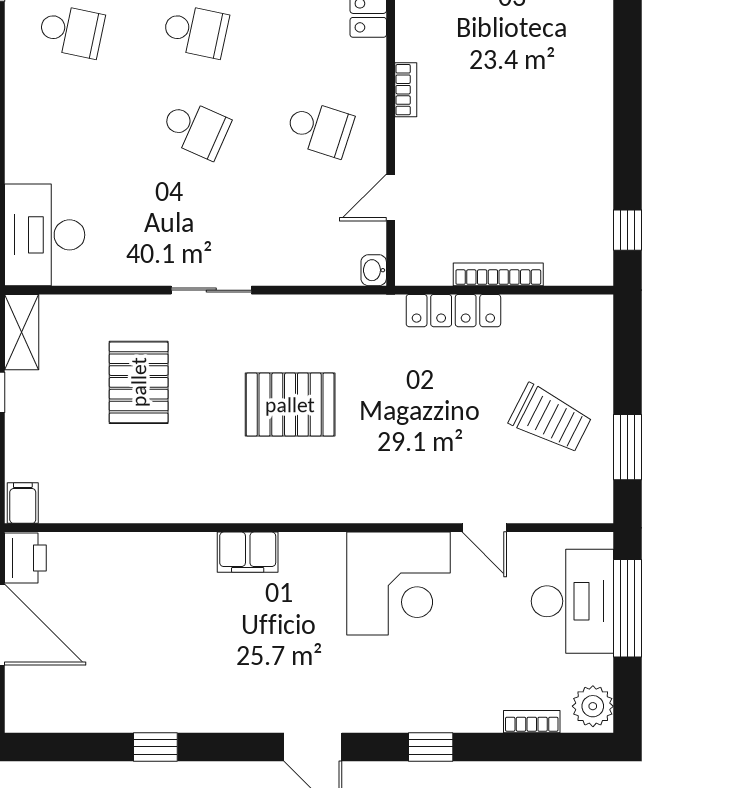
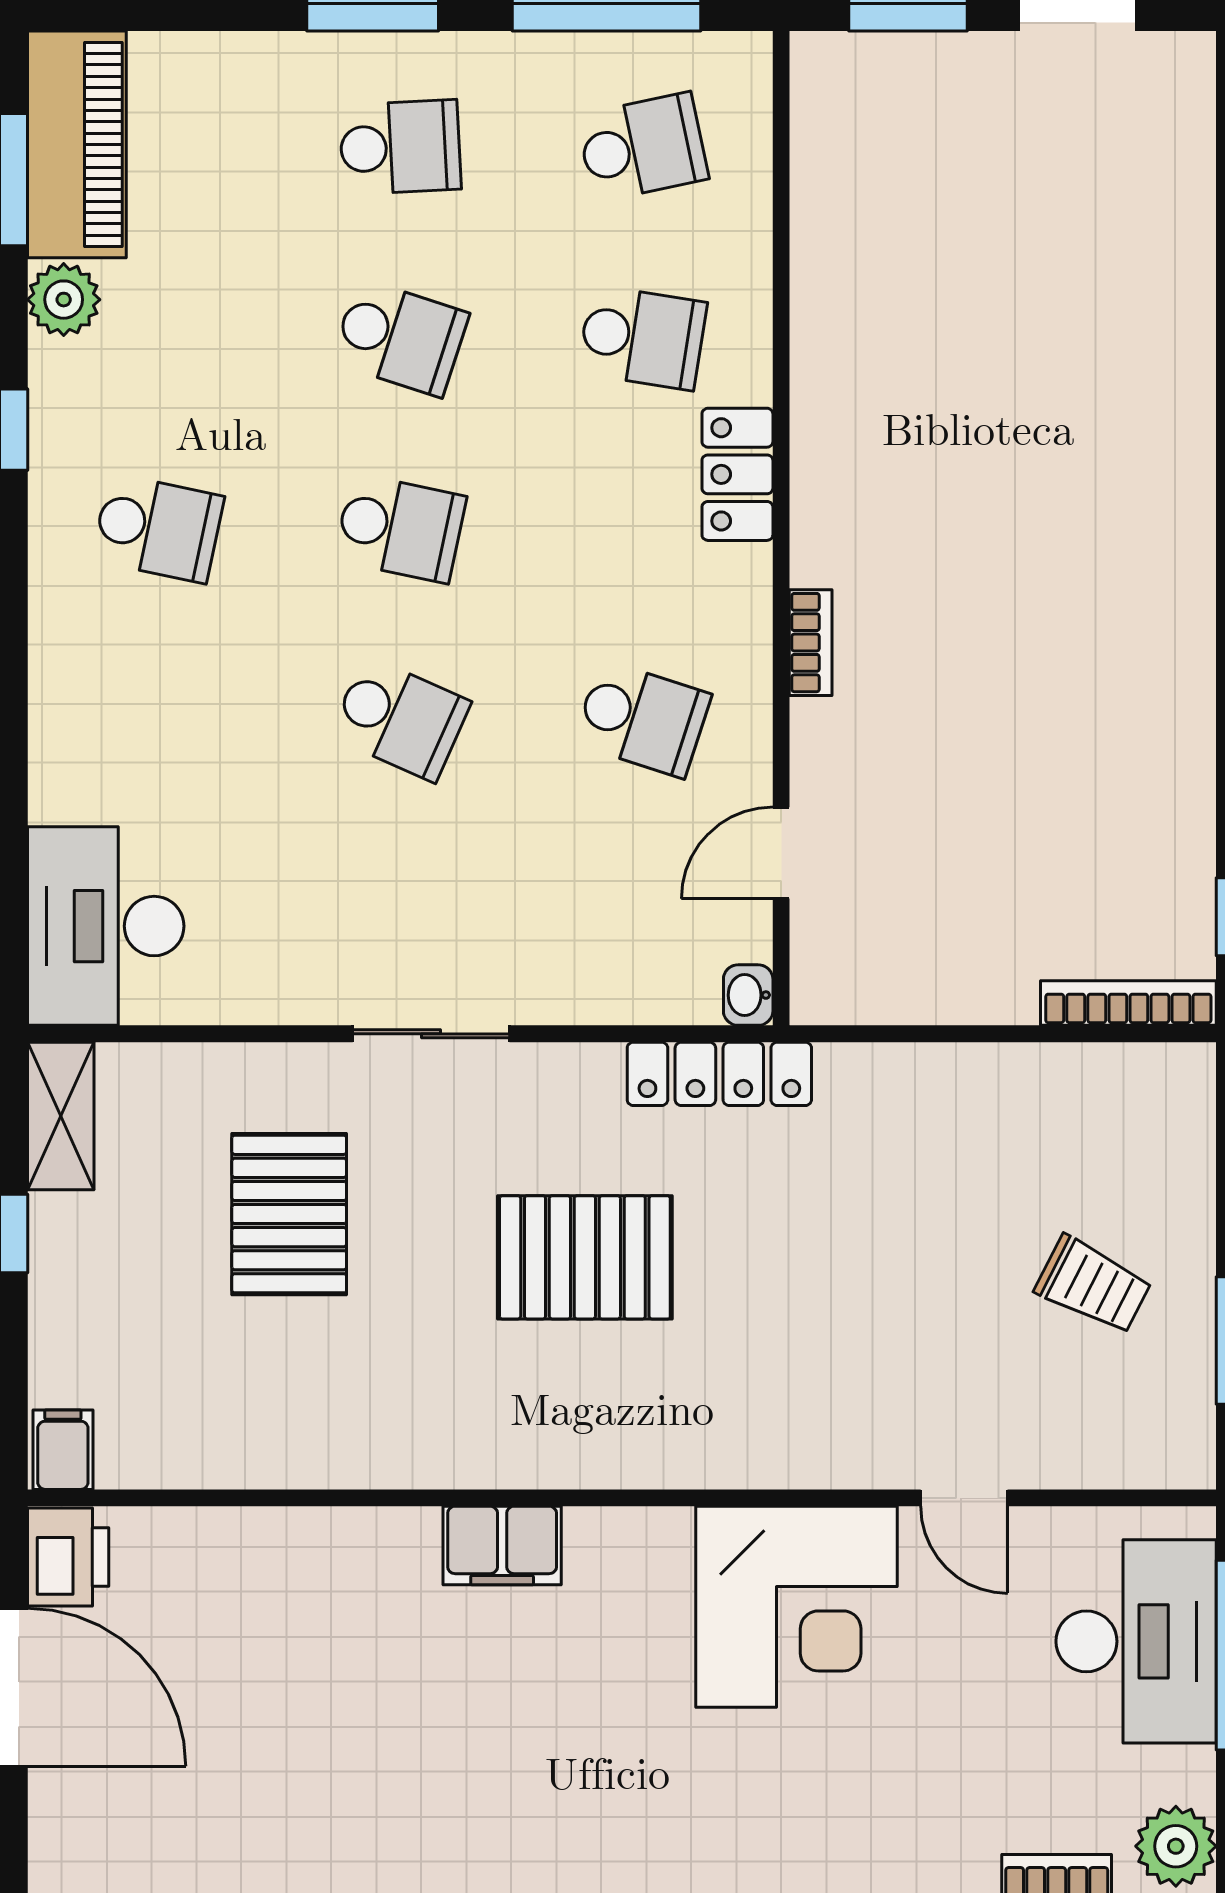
bookcase: (498, 274) -> (1128, 1003), moved
locker: (453, 311) -> (719, 1074), moved
trolley: (550, 419) -> (1093, 1285), width x0.73, depth x0.72

